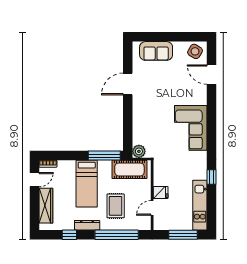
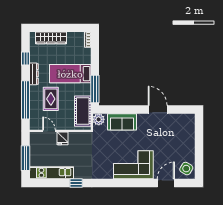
sofa: (156, 51) -> (122, 122), moved, turned -90
corner sofa: (191, 128) -> (133, 165), moved
door: (35, 180) -> (74, 28), removed
rug: (116, 206) -> (51, 99), turned 90

